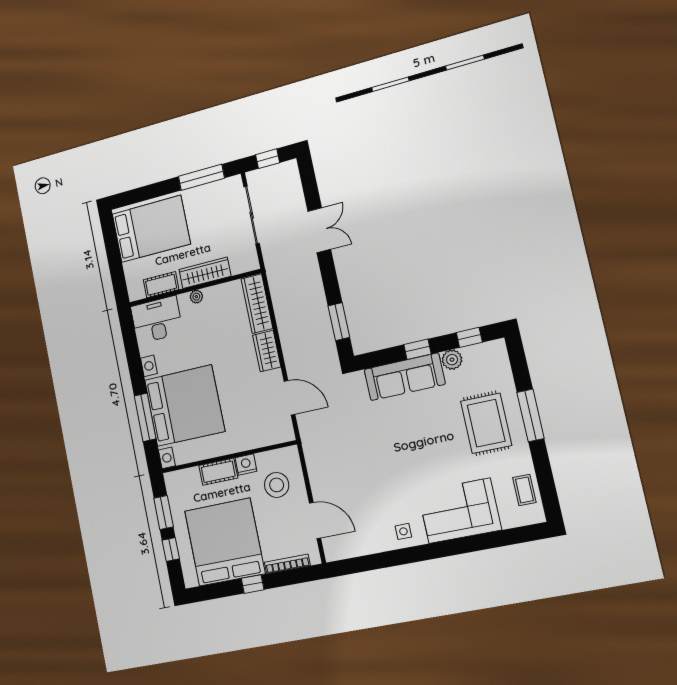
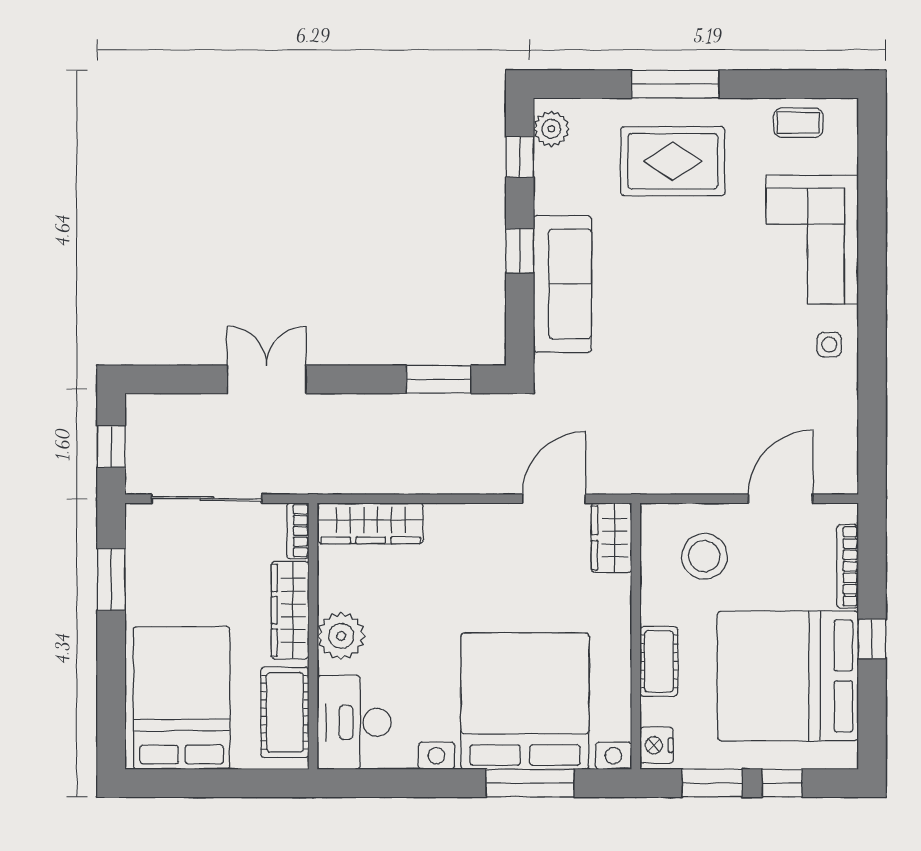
window: (201, 177) -> (111, 580), width x0.69
bookcase: (245, 267) -> (298, 531), added
cot: (161, 285) -> (285, 712), width x1.37, depth x1.34
plant: (196, 297) -> (341, 636), width x1.88, depth x1.88
wardrobe: (267, 351) -> (612, 538), moved, turned 90
plant: (452, 360) -> (551, 129), moved
nightstand: (246, 465) -> (656, 745), moved

